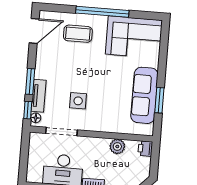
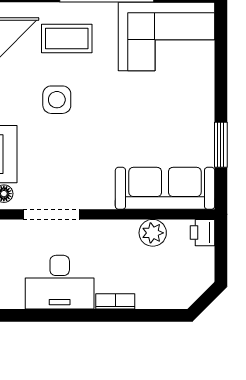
sofa: (144, 95) -> (165, 188), moved, turned 90
side table: (78, 101) -> (57, 100), moved

